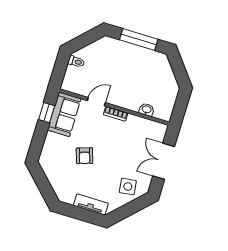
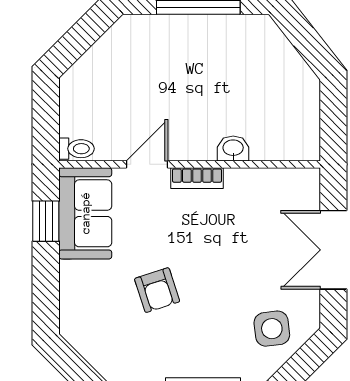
toilet: (76, 62) -> (76, 149), moved
washbasin: (147, 110) -> (233, 148), moved

